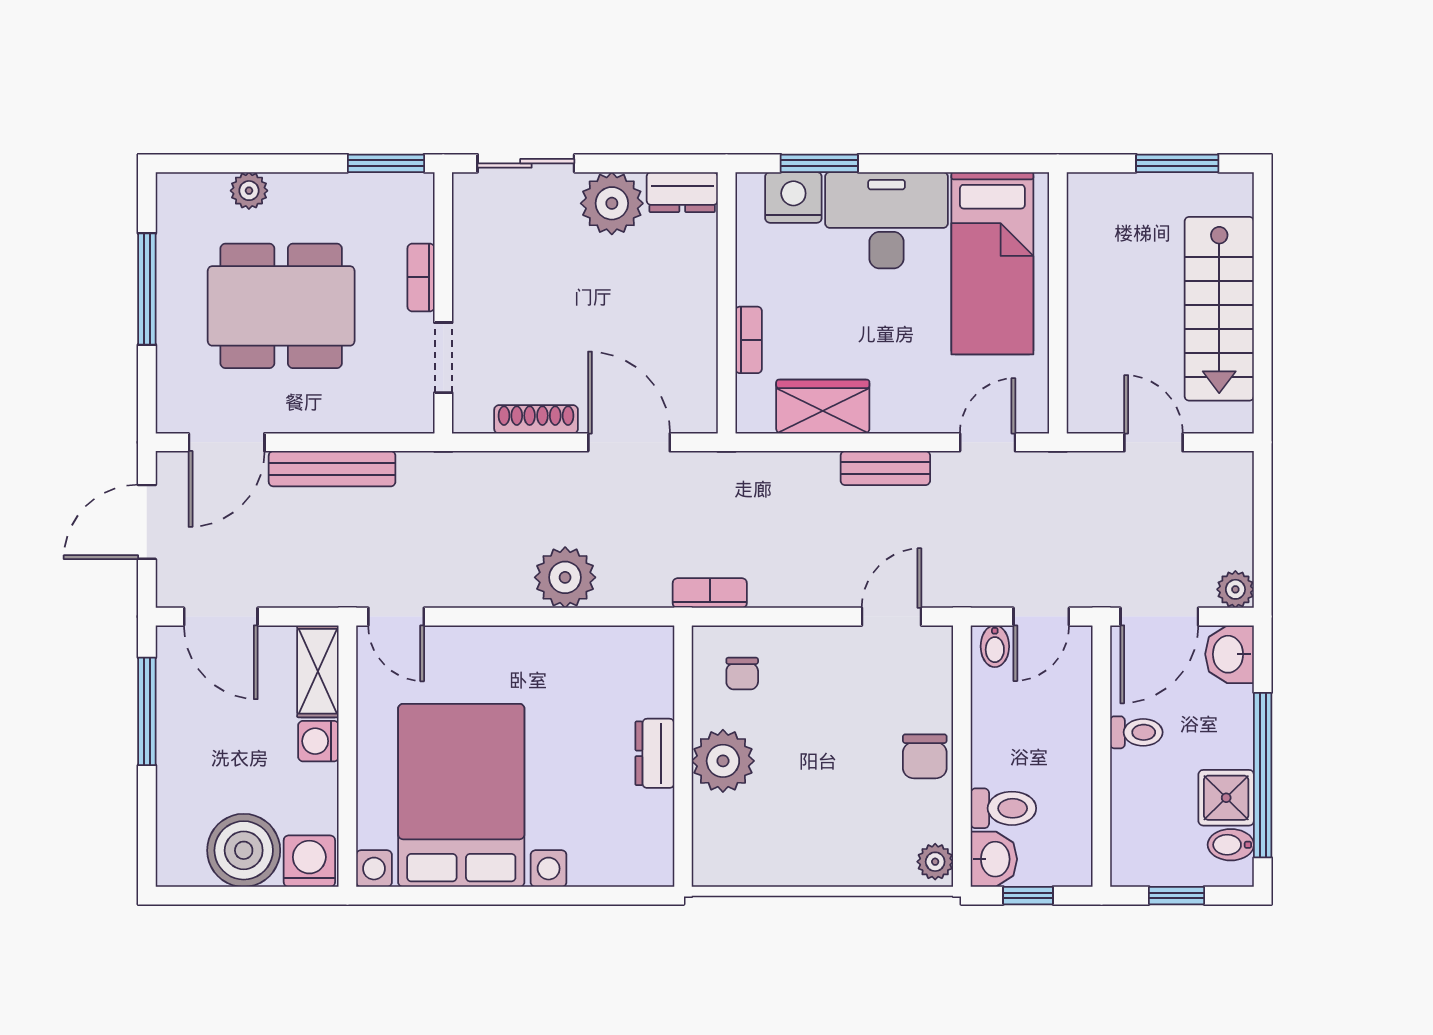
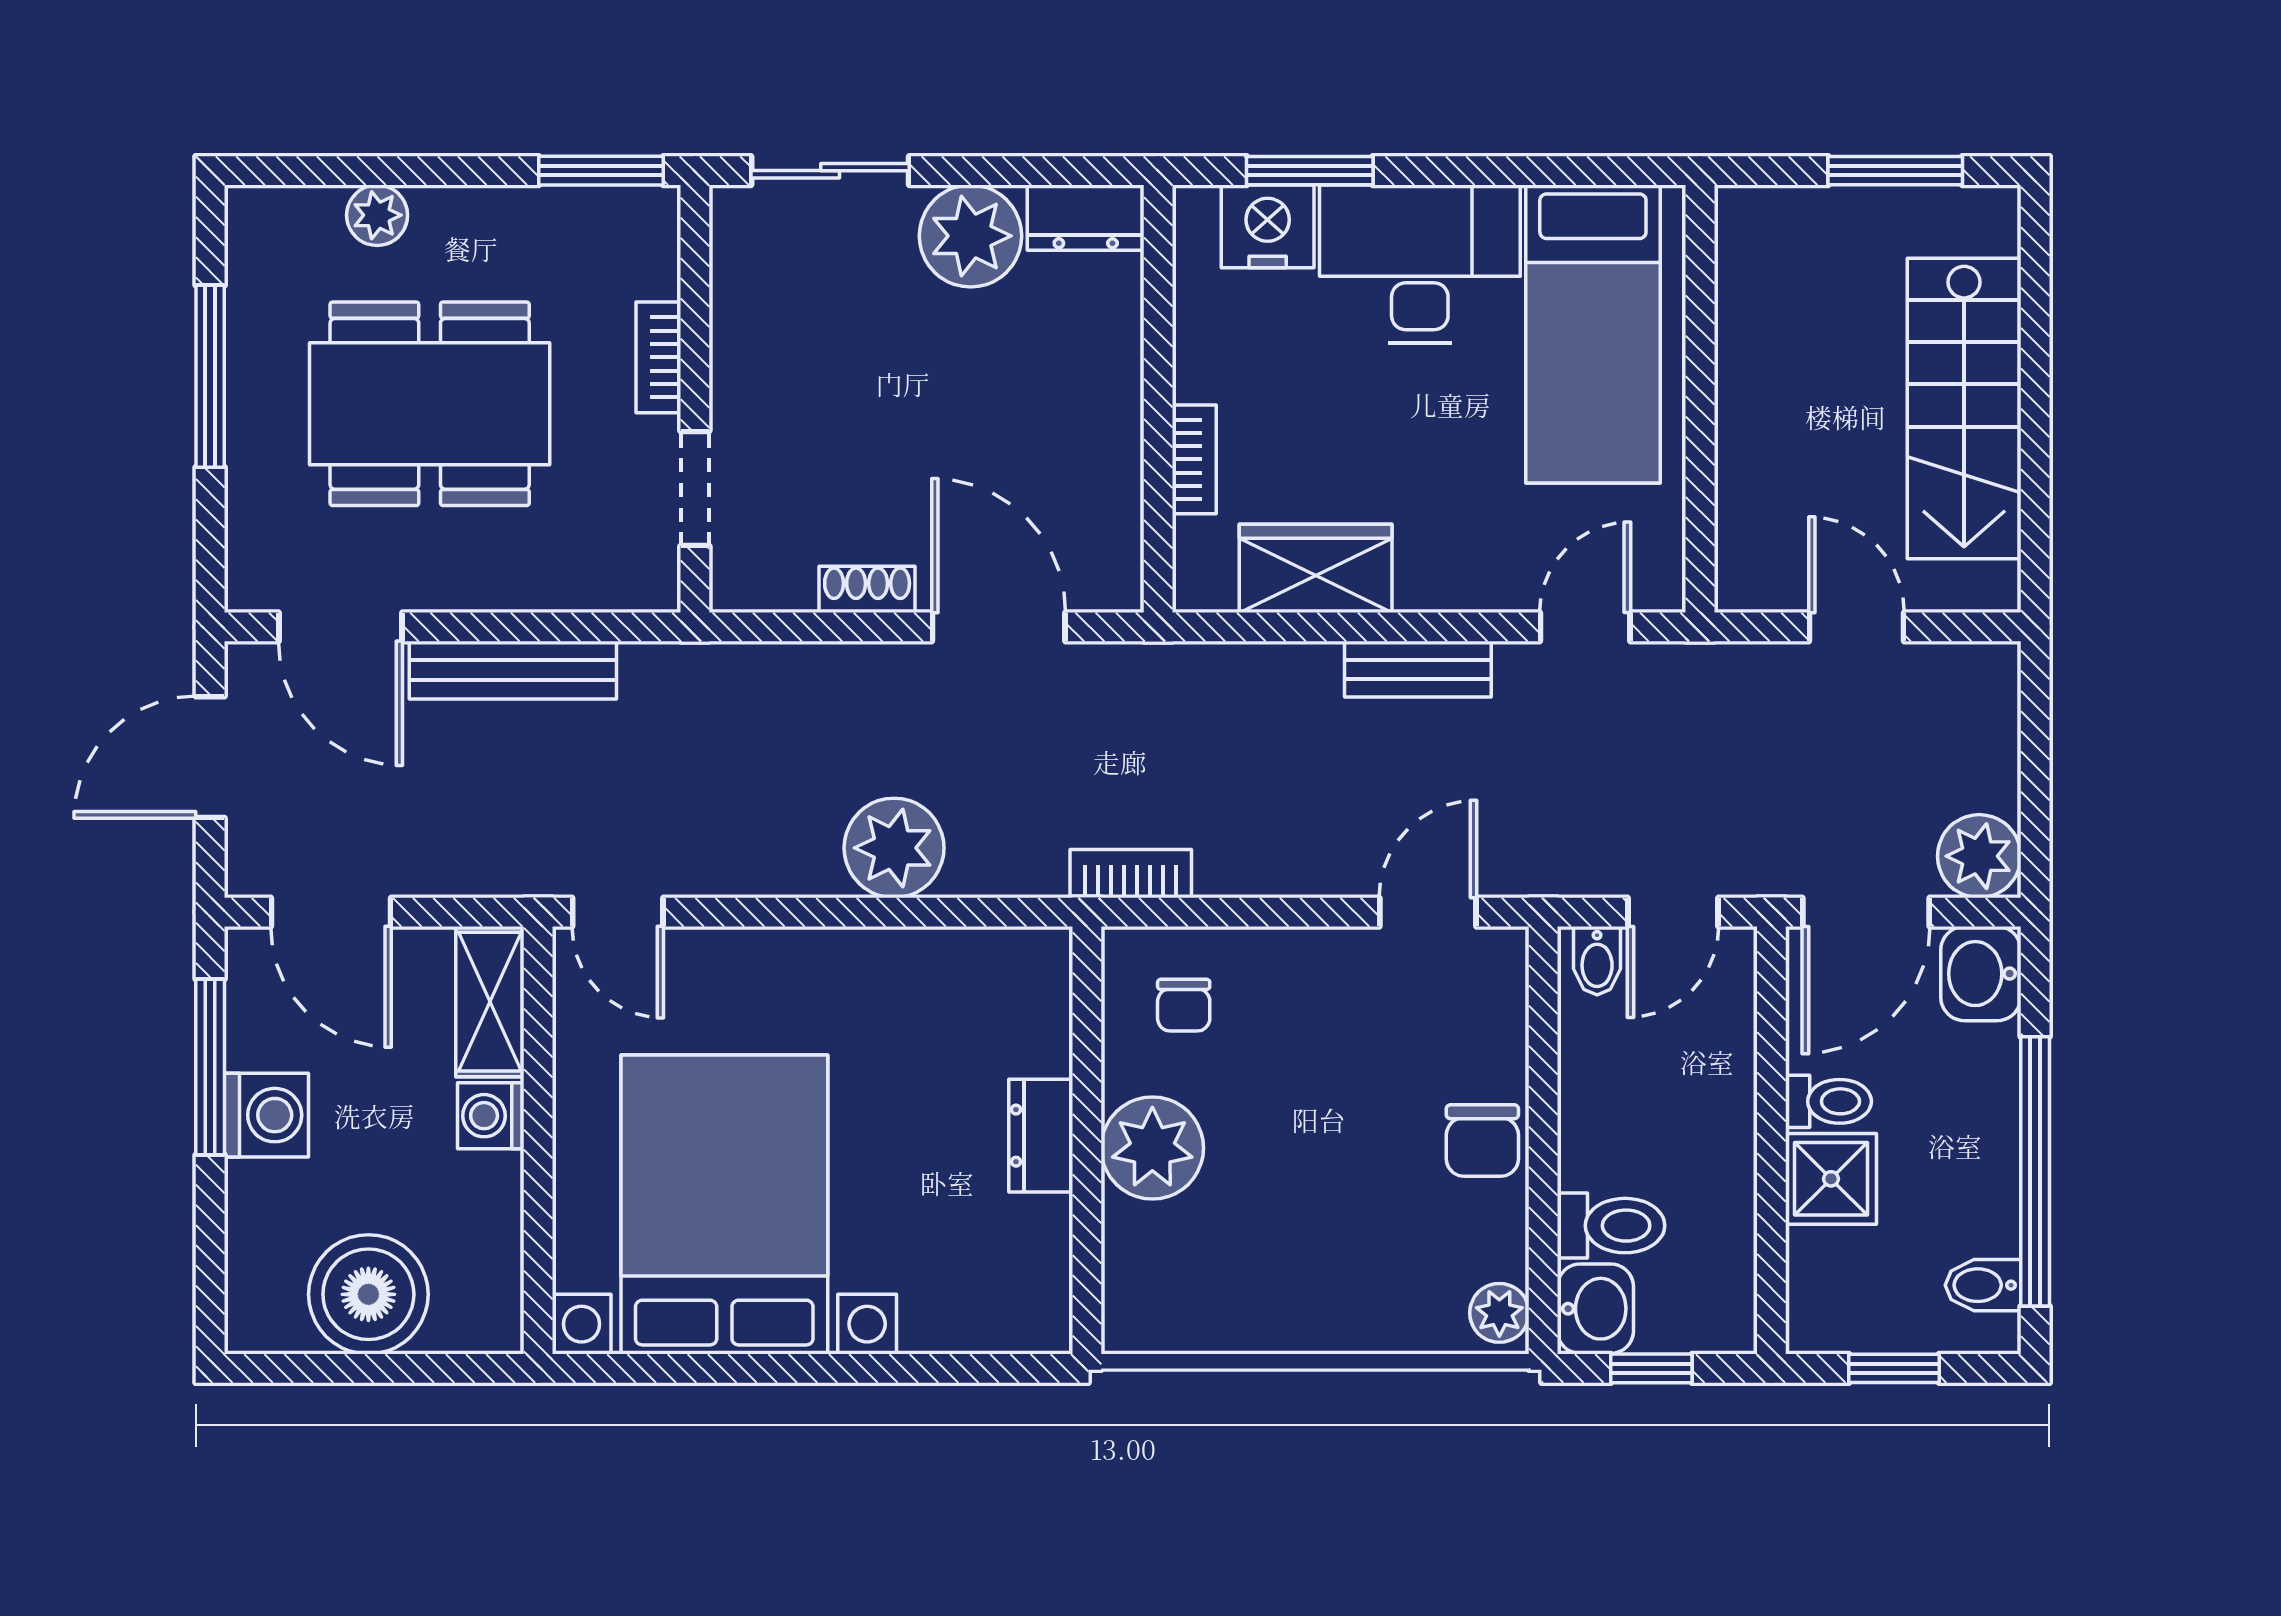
shoe rack: (536, 419) -> (867, 589), width x0.70
door: (227, 442) -> (340, 627), hinge flipped
plant: (1235, 589) -> (1979, 856), width x1.38, depth x1.38
shower: (1226, 798) -> (1831, 1179), moved
washing machine: (309, 861) -> (266, 1115), moved, turned 90

